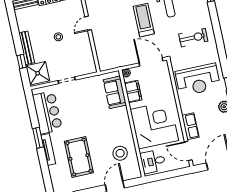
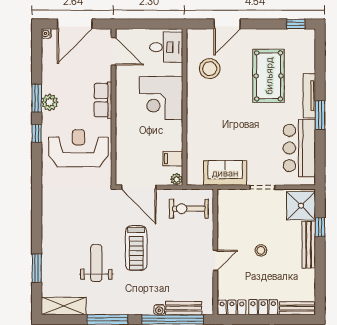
exercise bike: (193, 38) -> (189, 209), moved
filing cabinet: (133, 91) -> (173, 159), width x0.50
sofa: (115, 92) -> (225, 173), moved, turned -90
corner desk: (154, 125) -> (161, 98), width x0.74, depth x0.74
row of seats: (190, 126) -> (103, 100), moved

